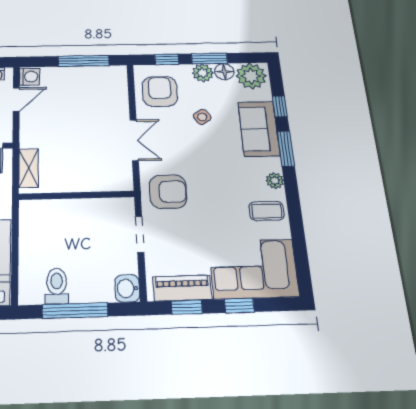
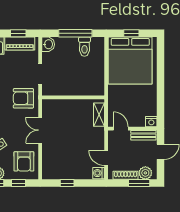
window: (83, 61) -> (67, 183), width x0.46
door: (16, 99) -> (106, 158), hinge flipped

